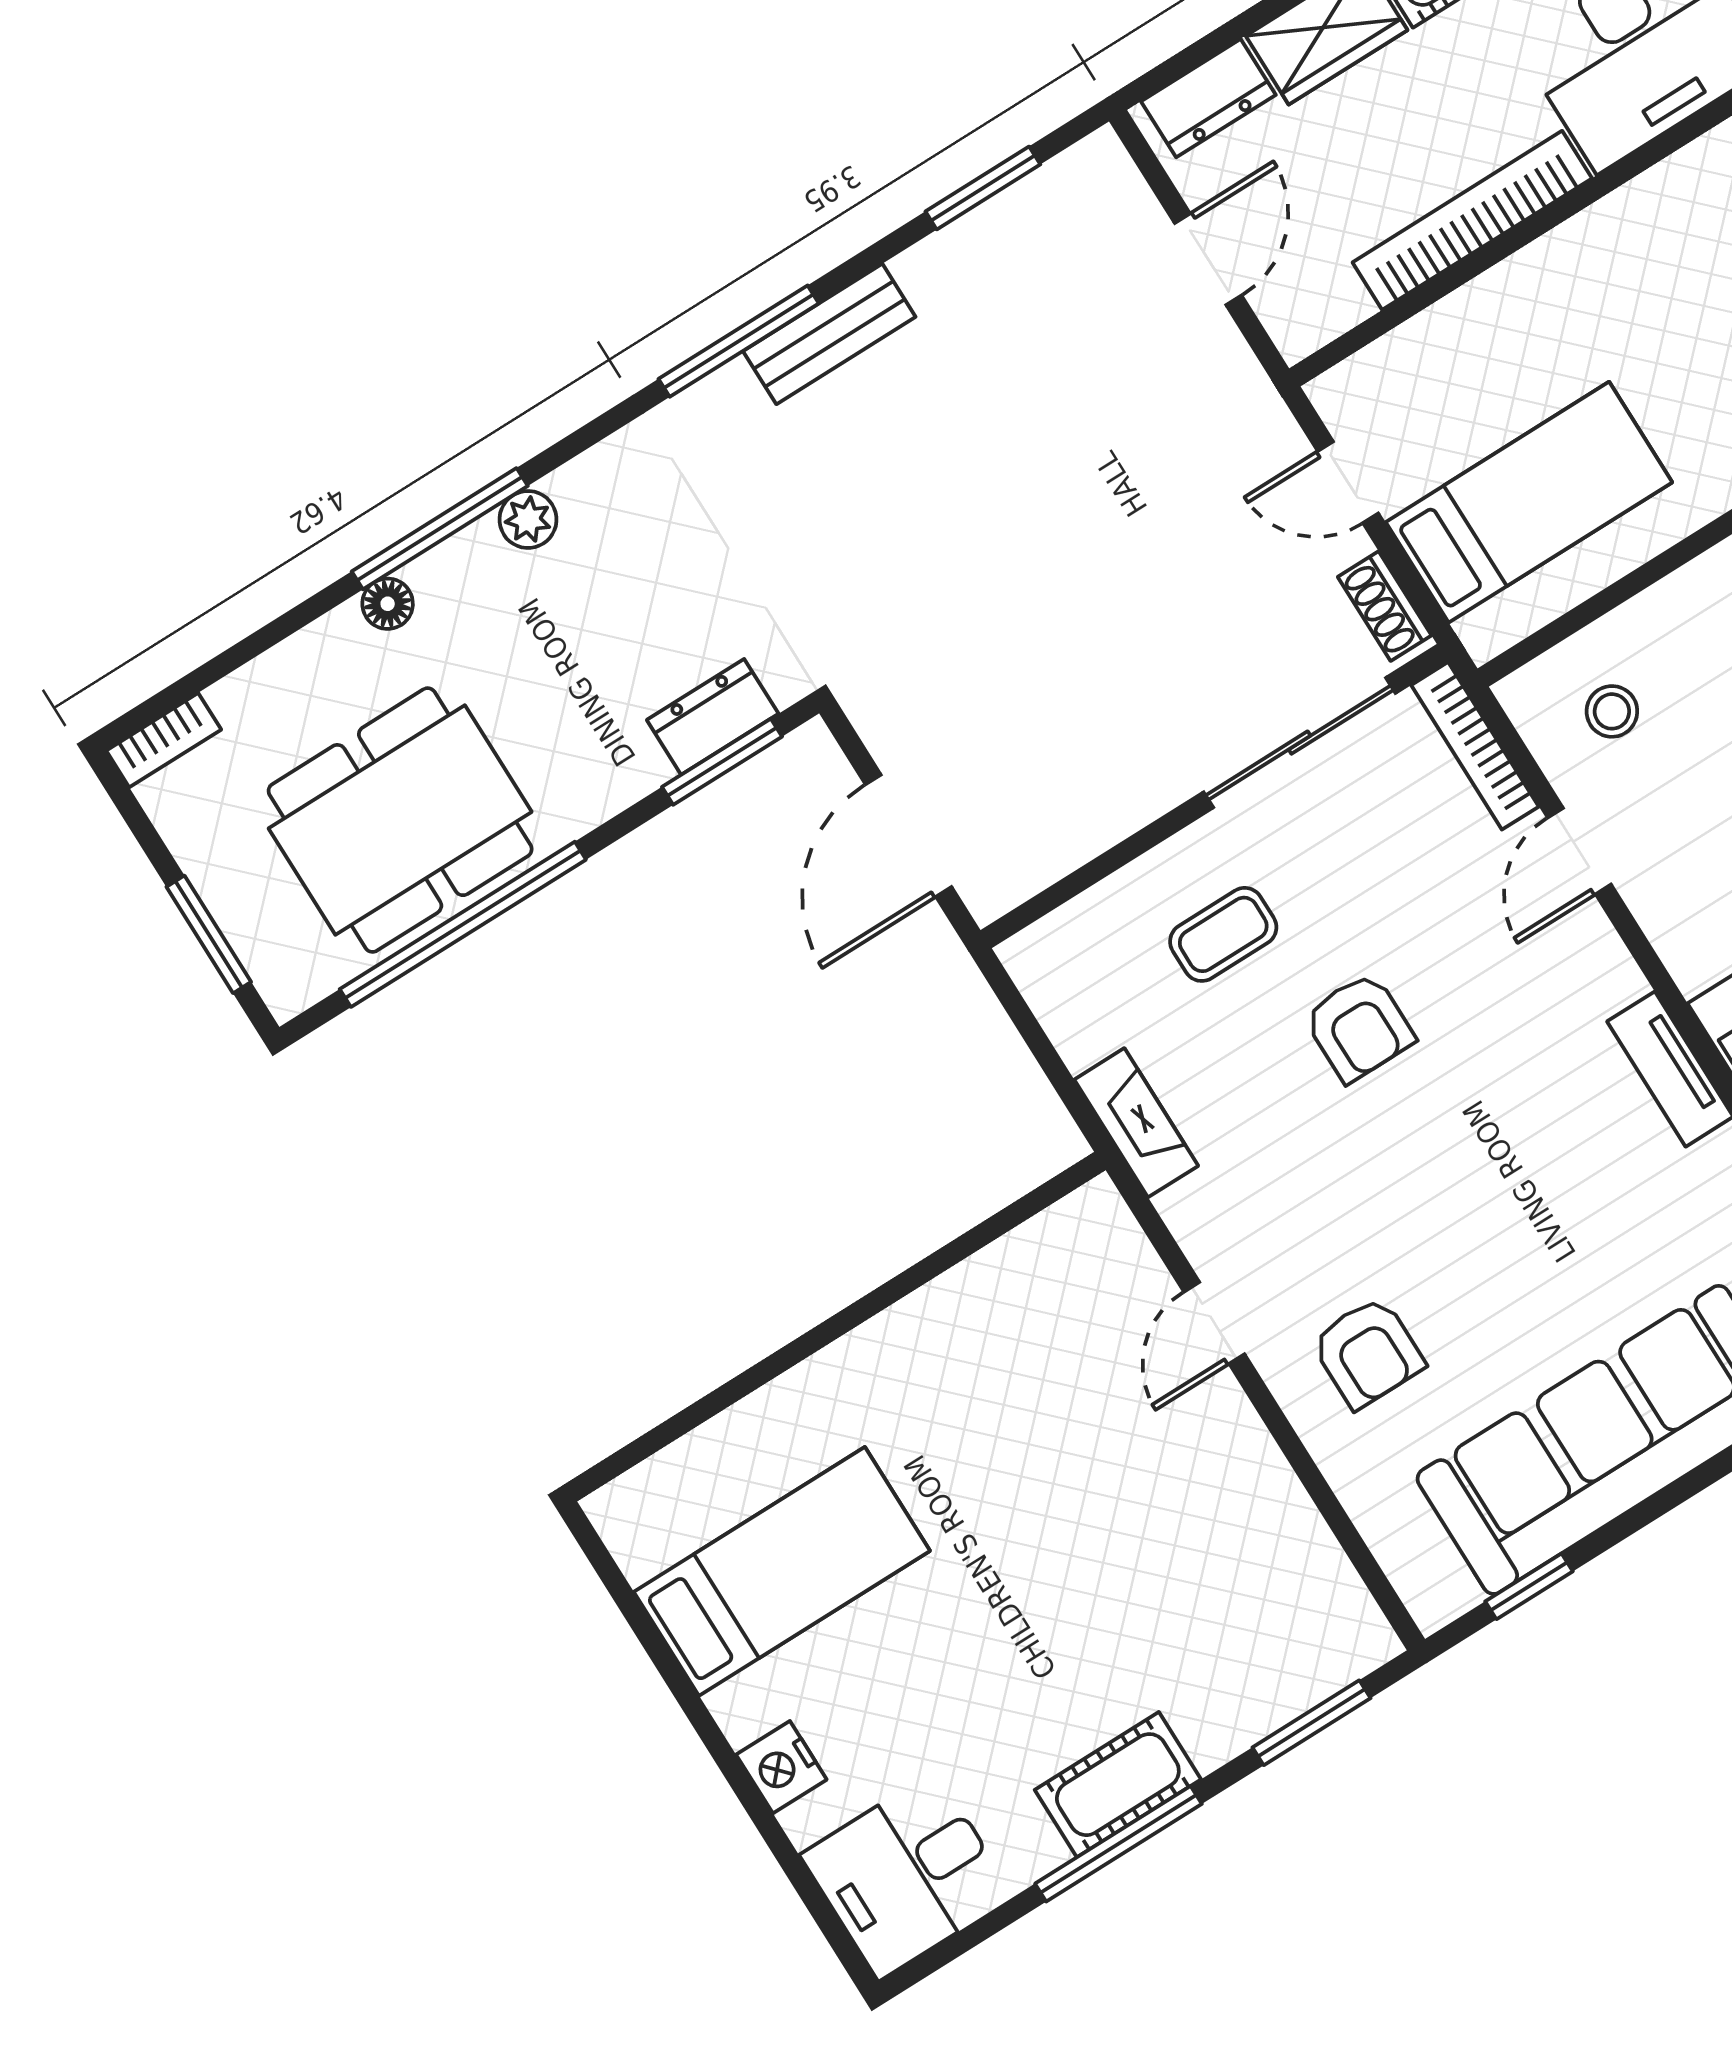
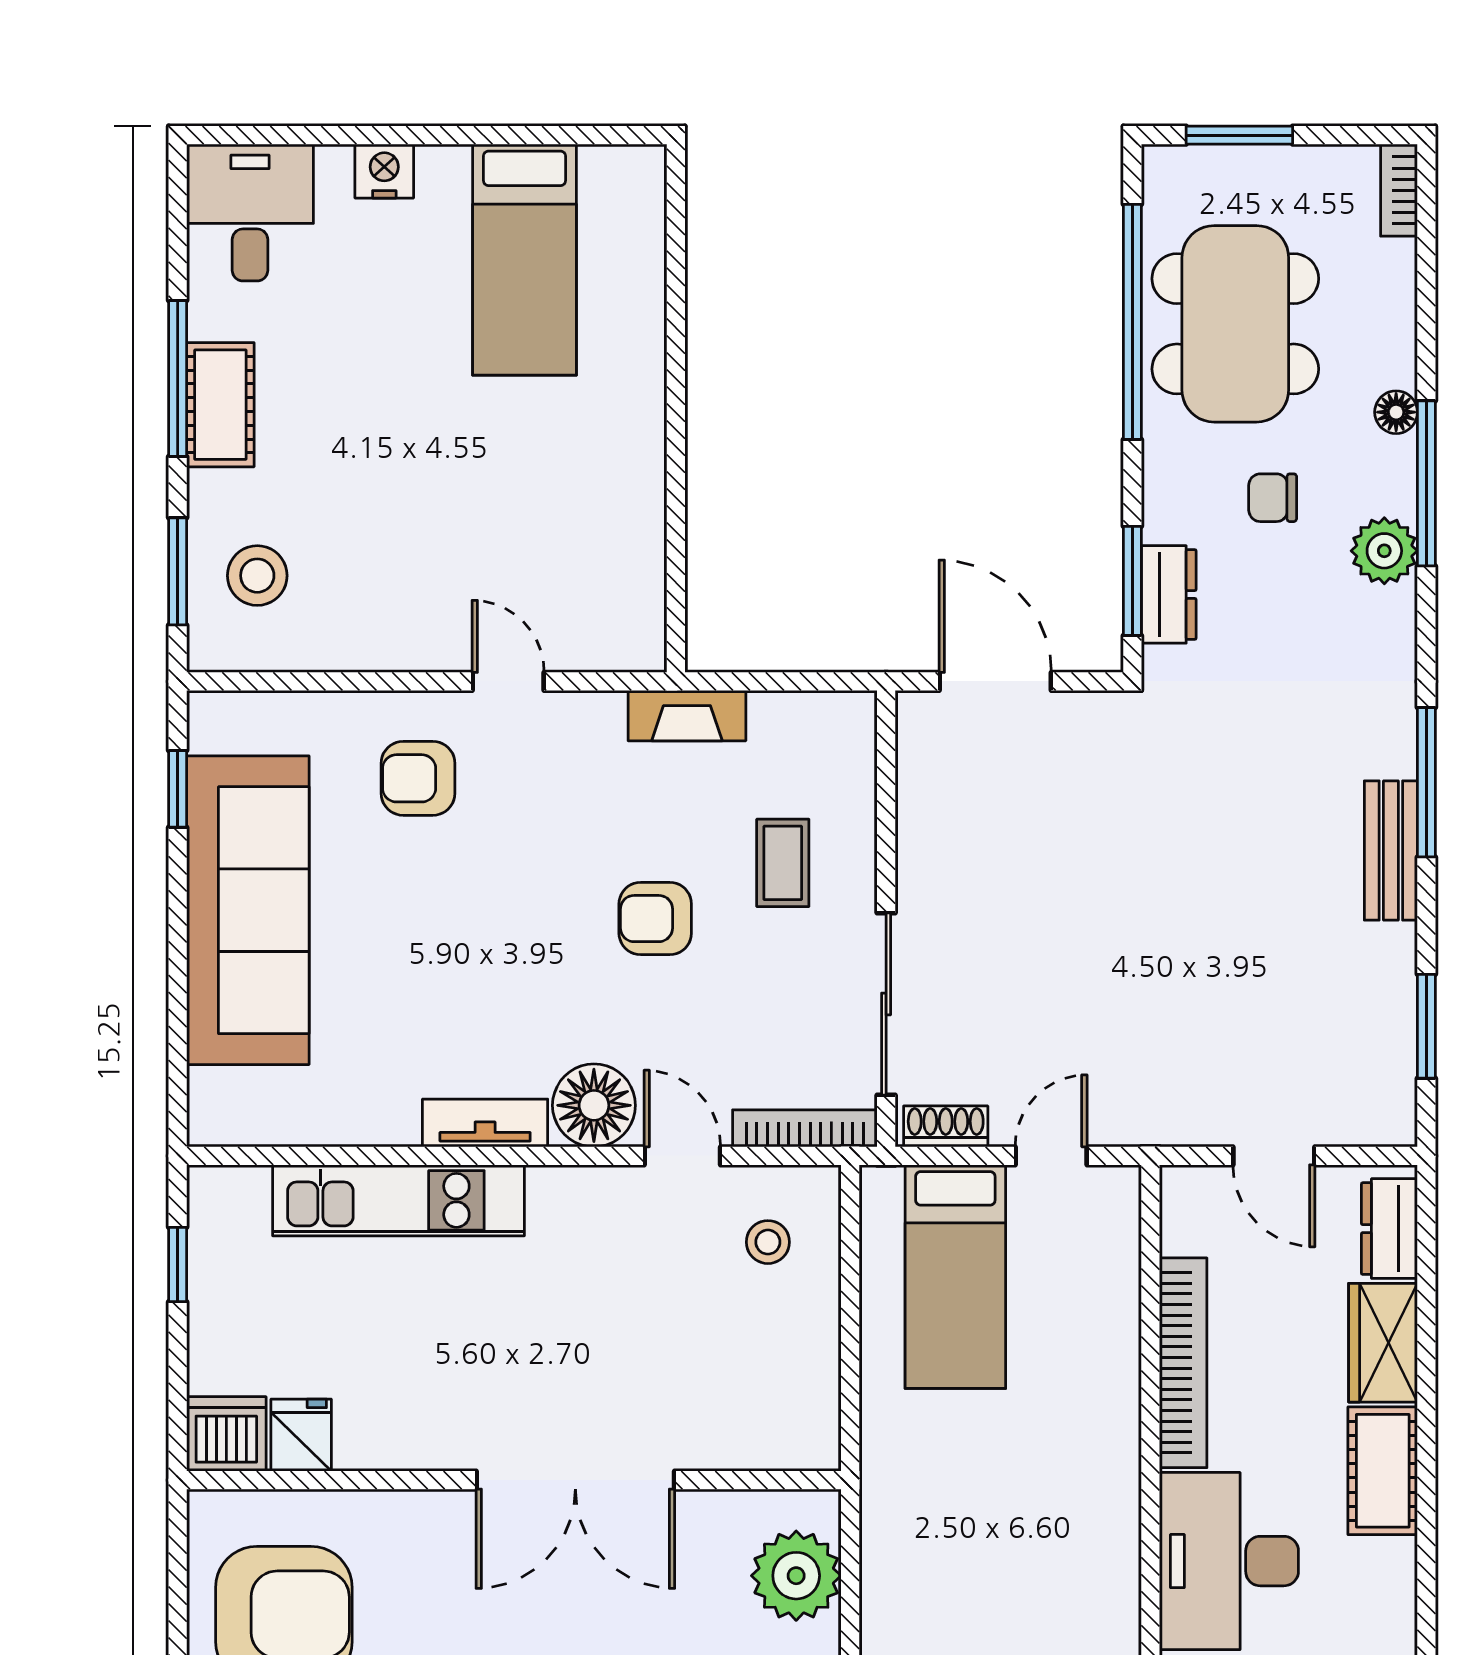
plant: (528, 520) -> (1384, 551), width x1.38, depth x1.38
chair: (551, 674) -> (1273, 498), added
floor lamp: (1584, 971) -> (594, 1105), added
stool: (1266, 1640) -> (257, 576), added

